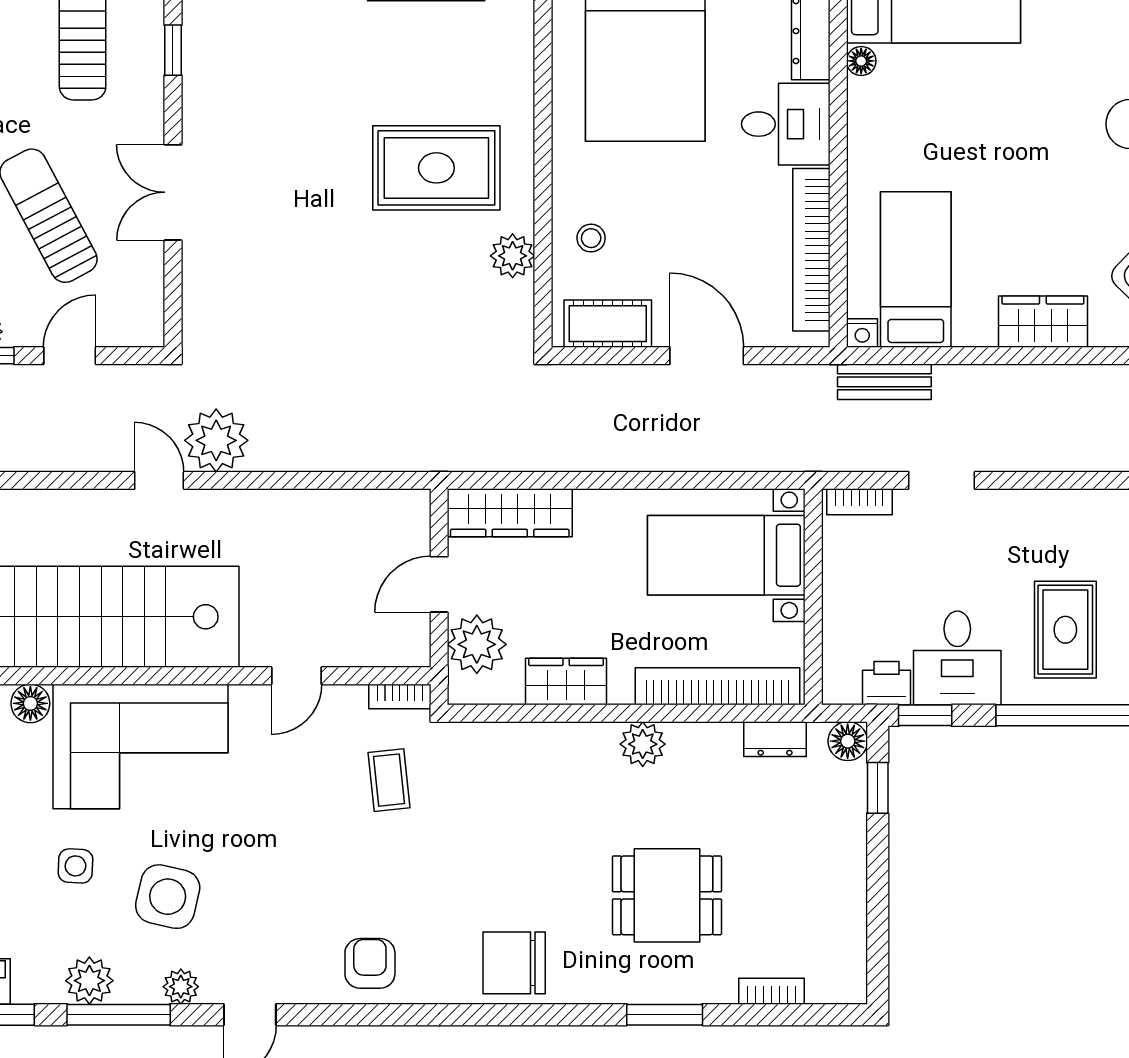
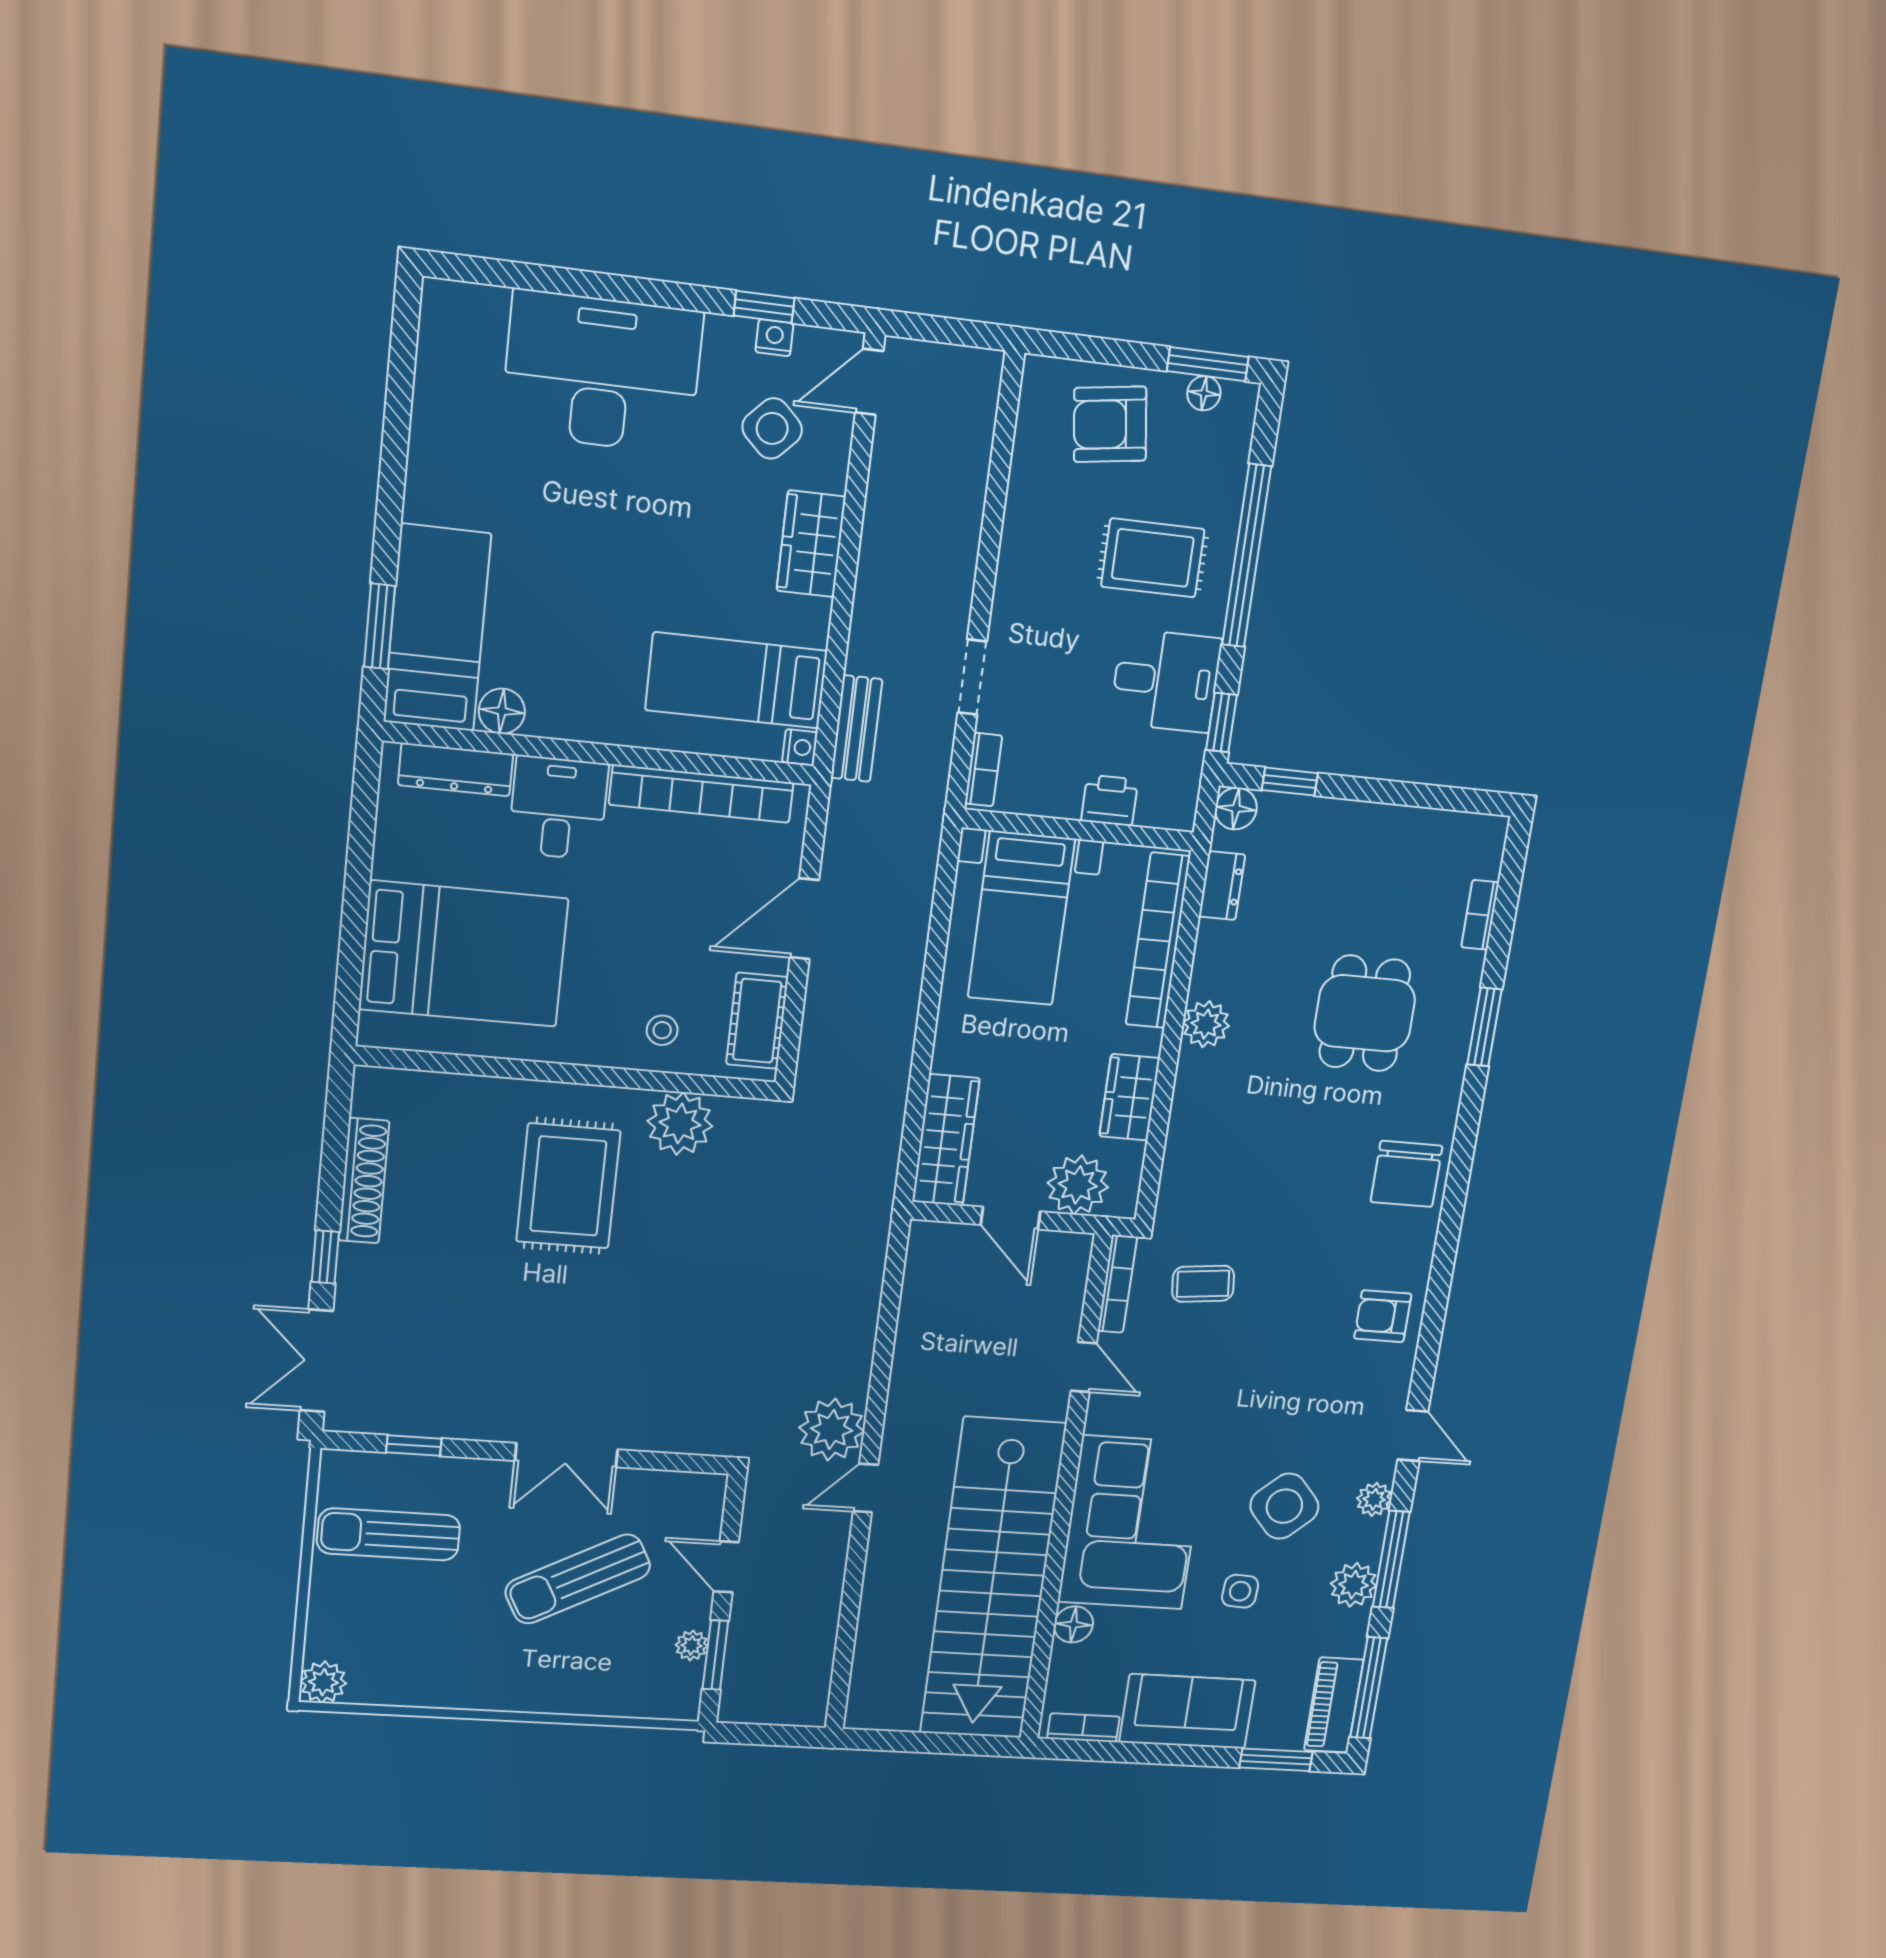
floor lamp: (861, 61) -> (502, 711), width x1.37, depth x1.37
plant: (513, 256) -> (680, 1124), width x1.36, depth x1.36
printer: (886, 683) -> (1110, 800), moved, turned 90
bookcase: (400, 697) -> (1117, 1284), width x1.56
side table: (168, 897) -> (1284, 1506), turned 35

